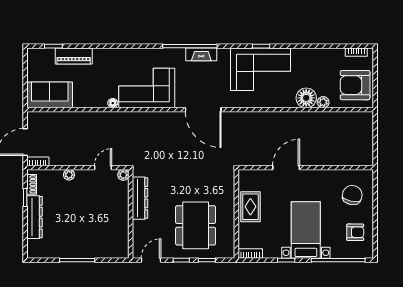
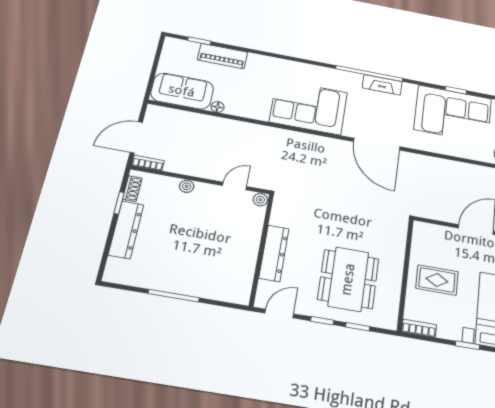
floor lamp: (113, 103) -> (217, 107), moved
dresser: (140, 198) -> (274, 253), moved
rug: (250, 207) -> (437, 280), moved, turned 90

